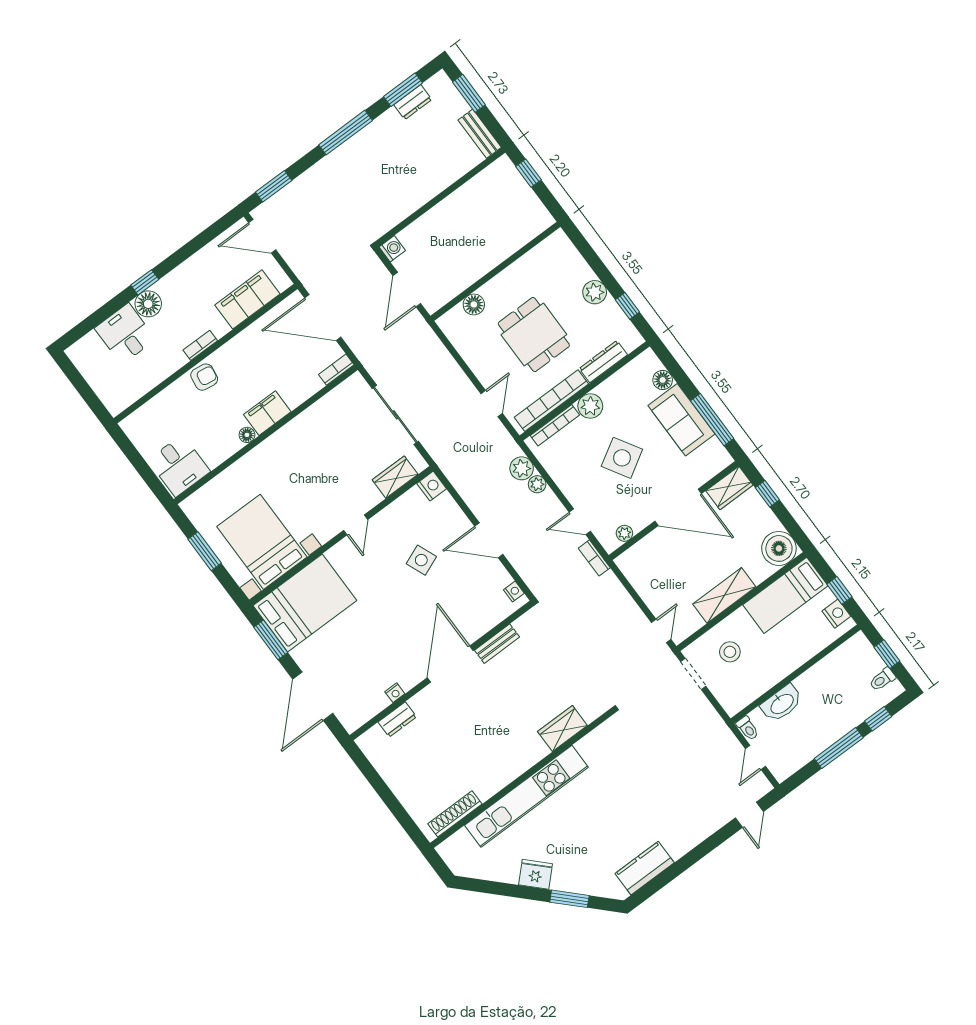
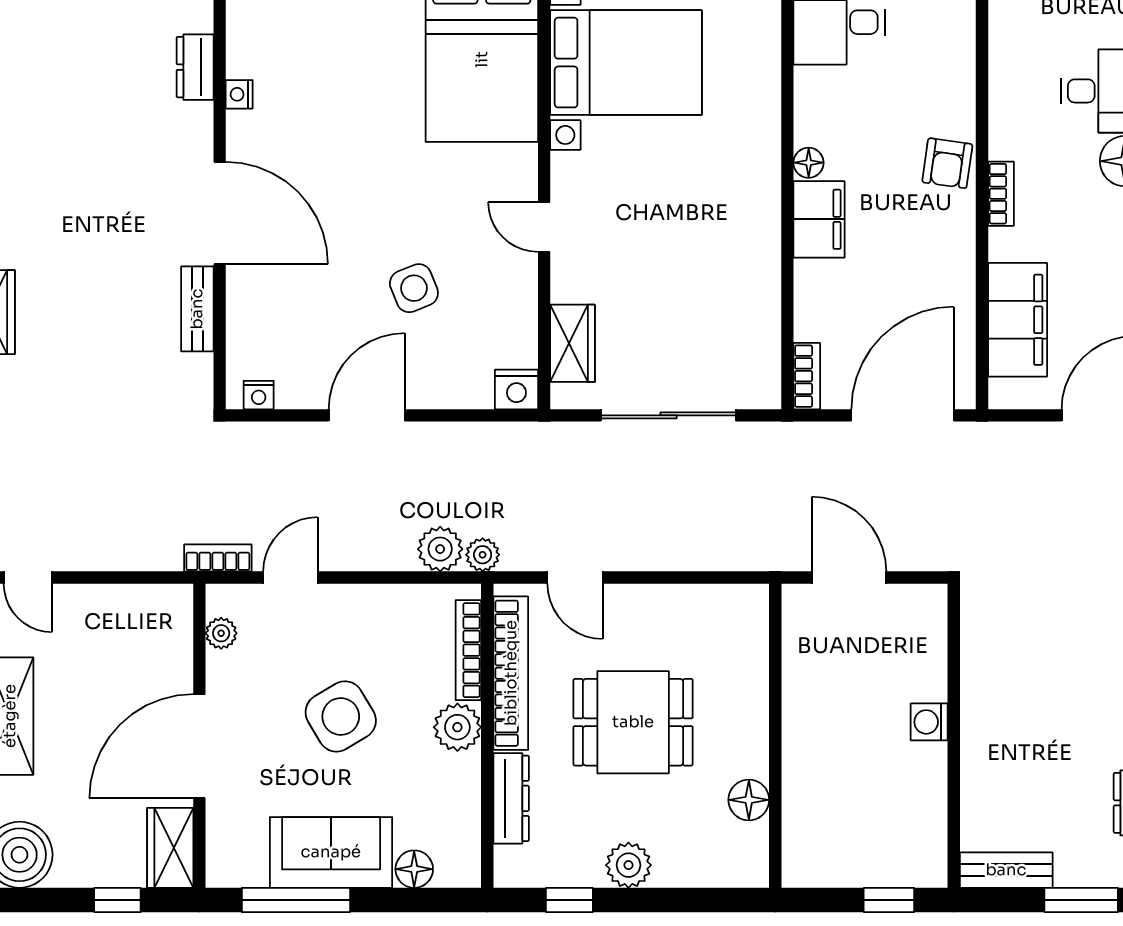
washing machine: (392, 249) -> (929, 722), moved, turned 90
floor lamp: (474, 304) -> (749, 800), moved
plant: (537, 484) -> (483, 555), moved

